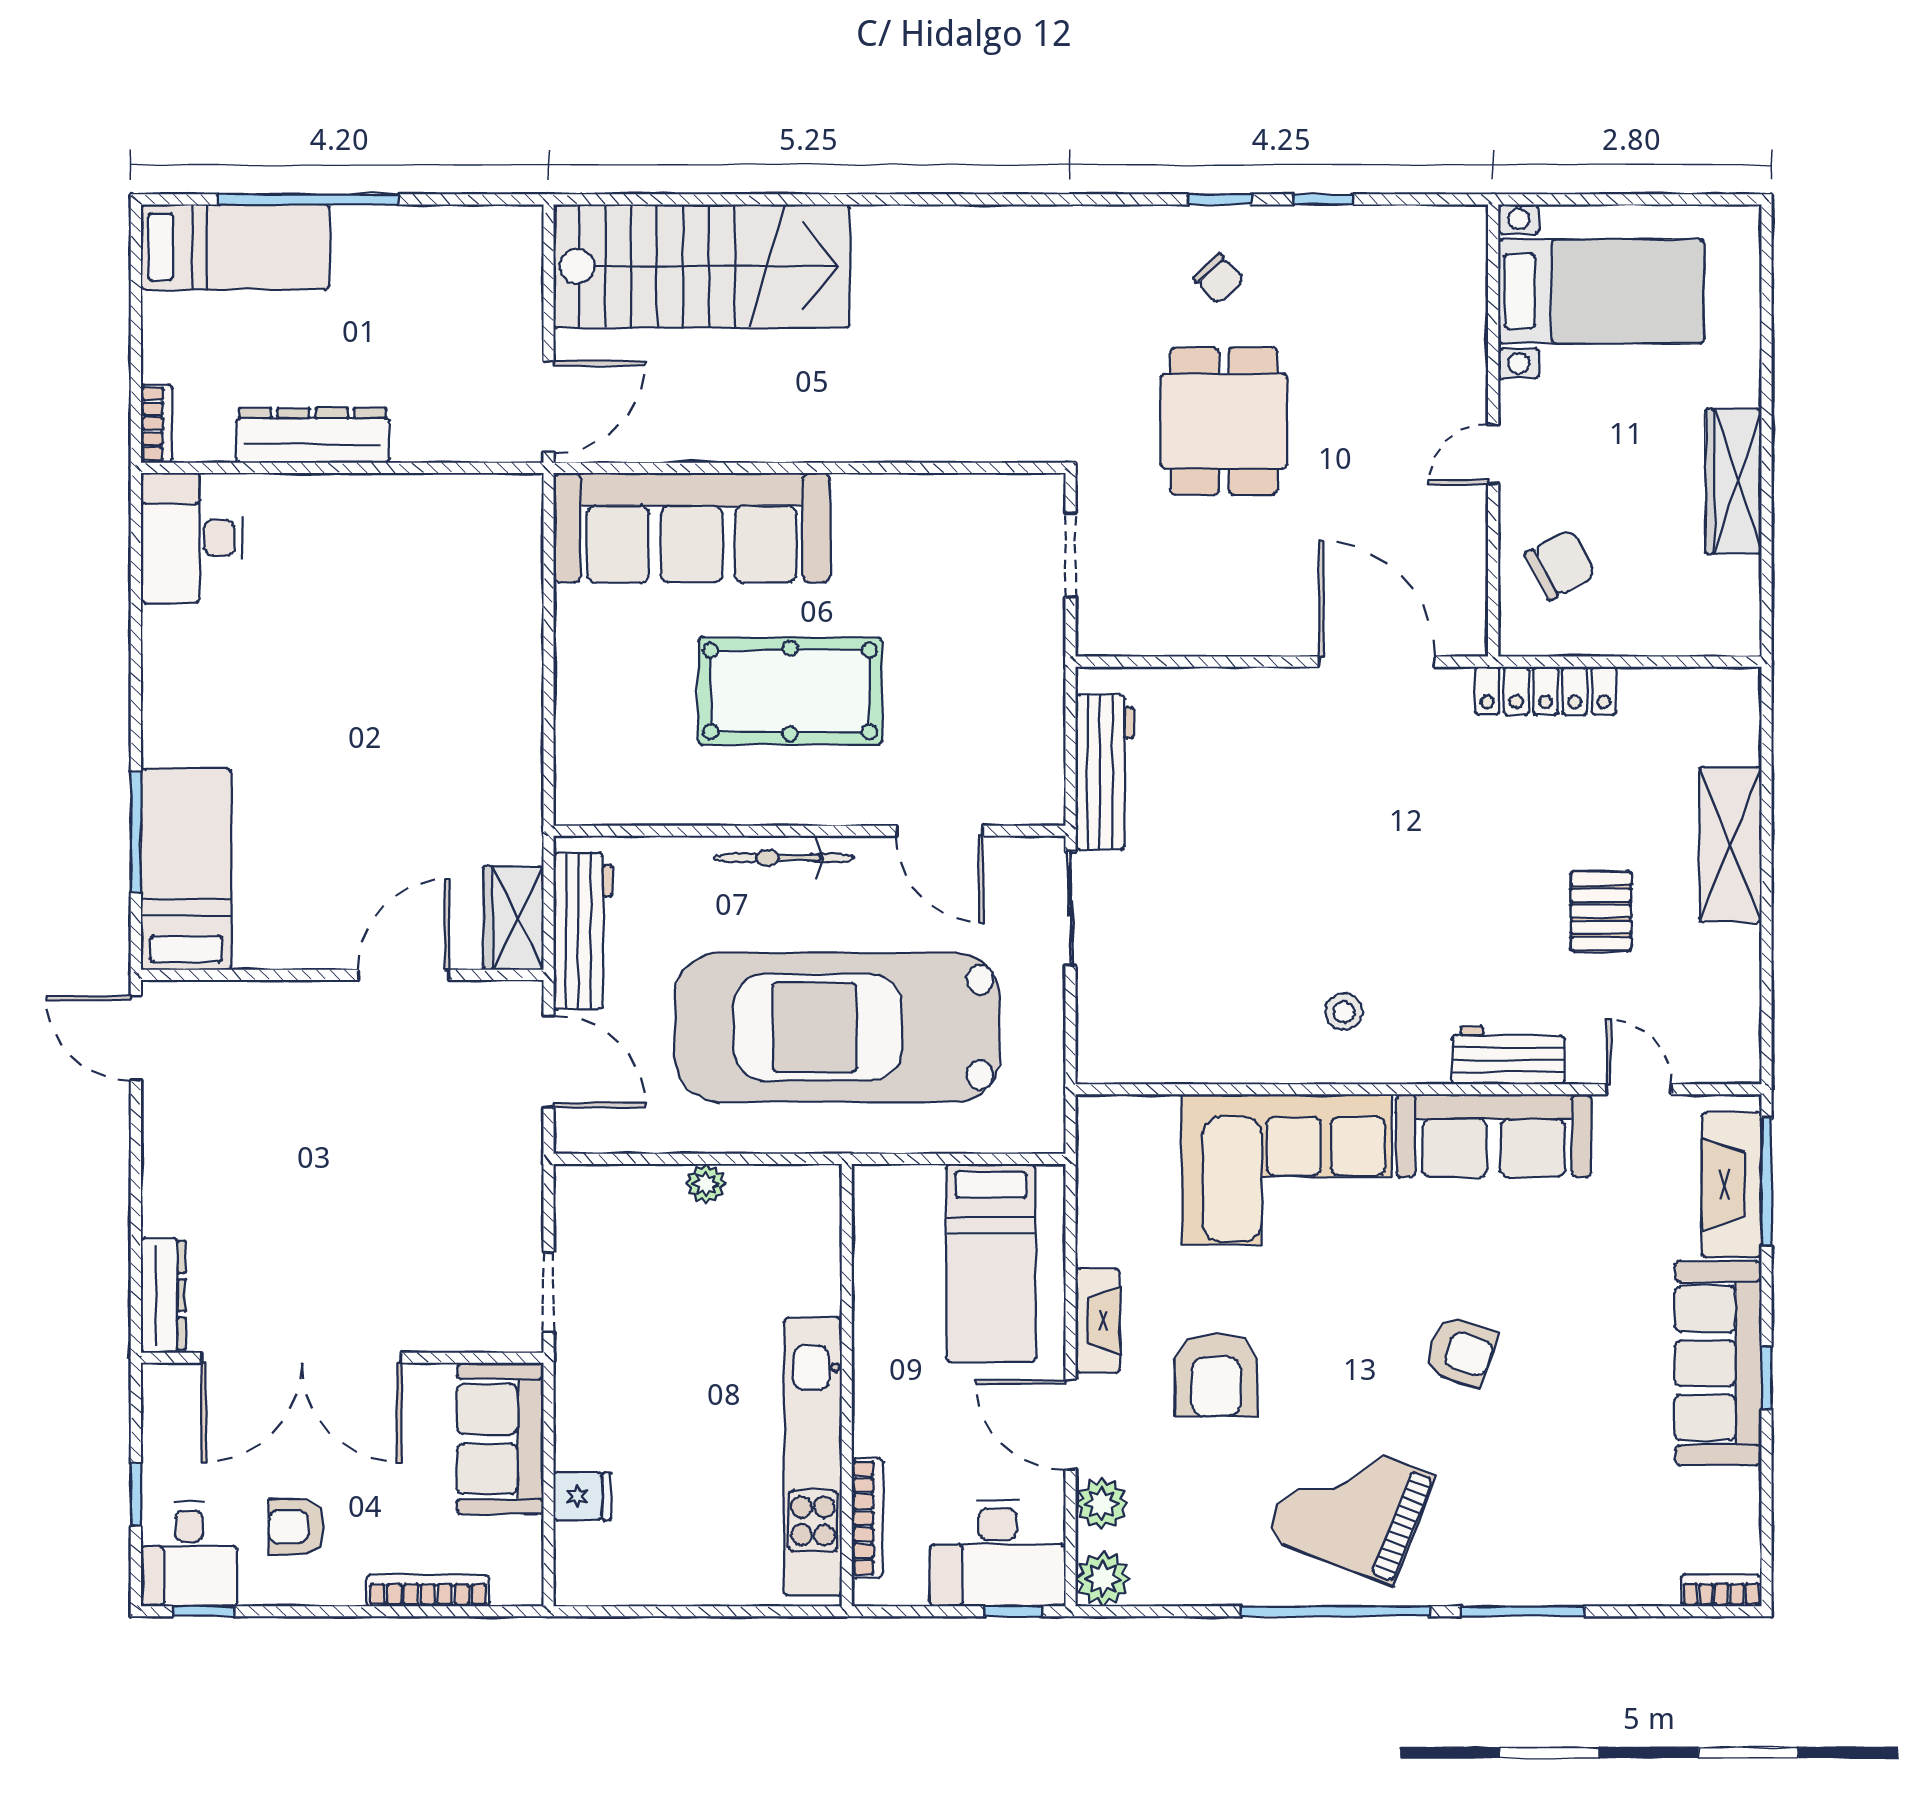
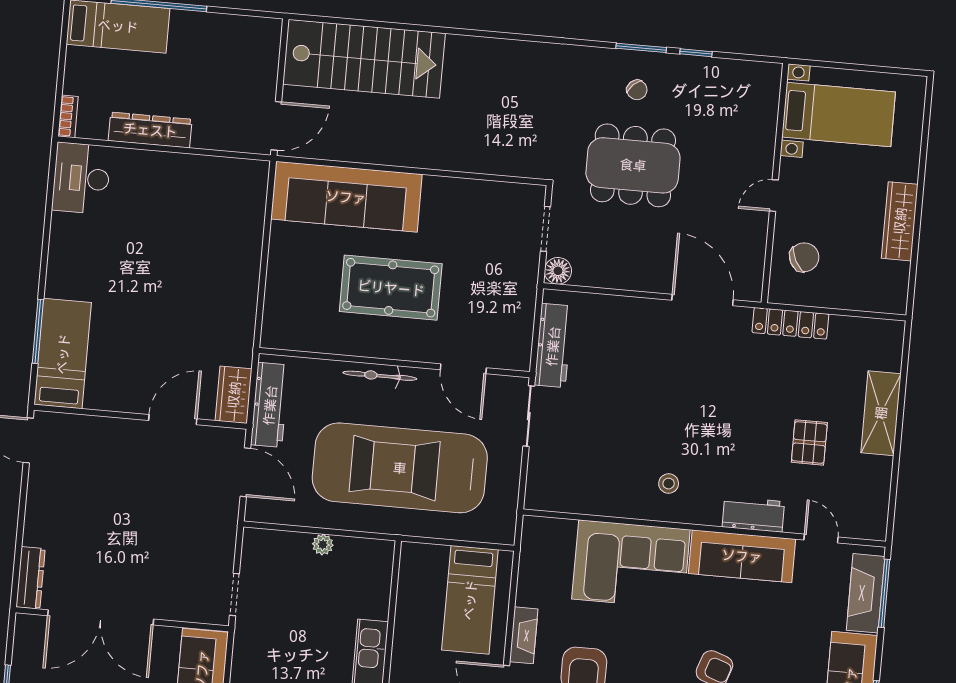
window: (1220, 199) -> (641, 48), width x1.50
dining table: (1224, 421) -> (633, 165), width x1.38
floor lamp: (1101, 631) -> (558, 271), added

